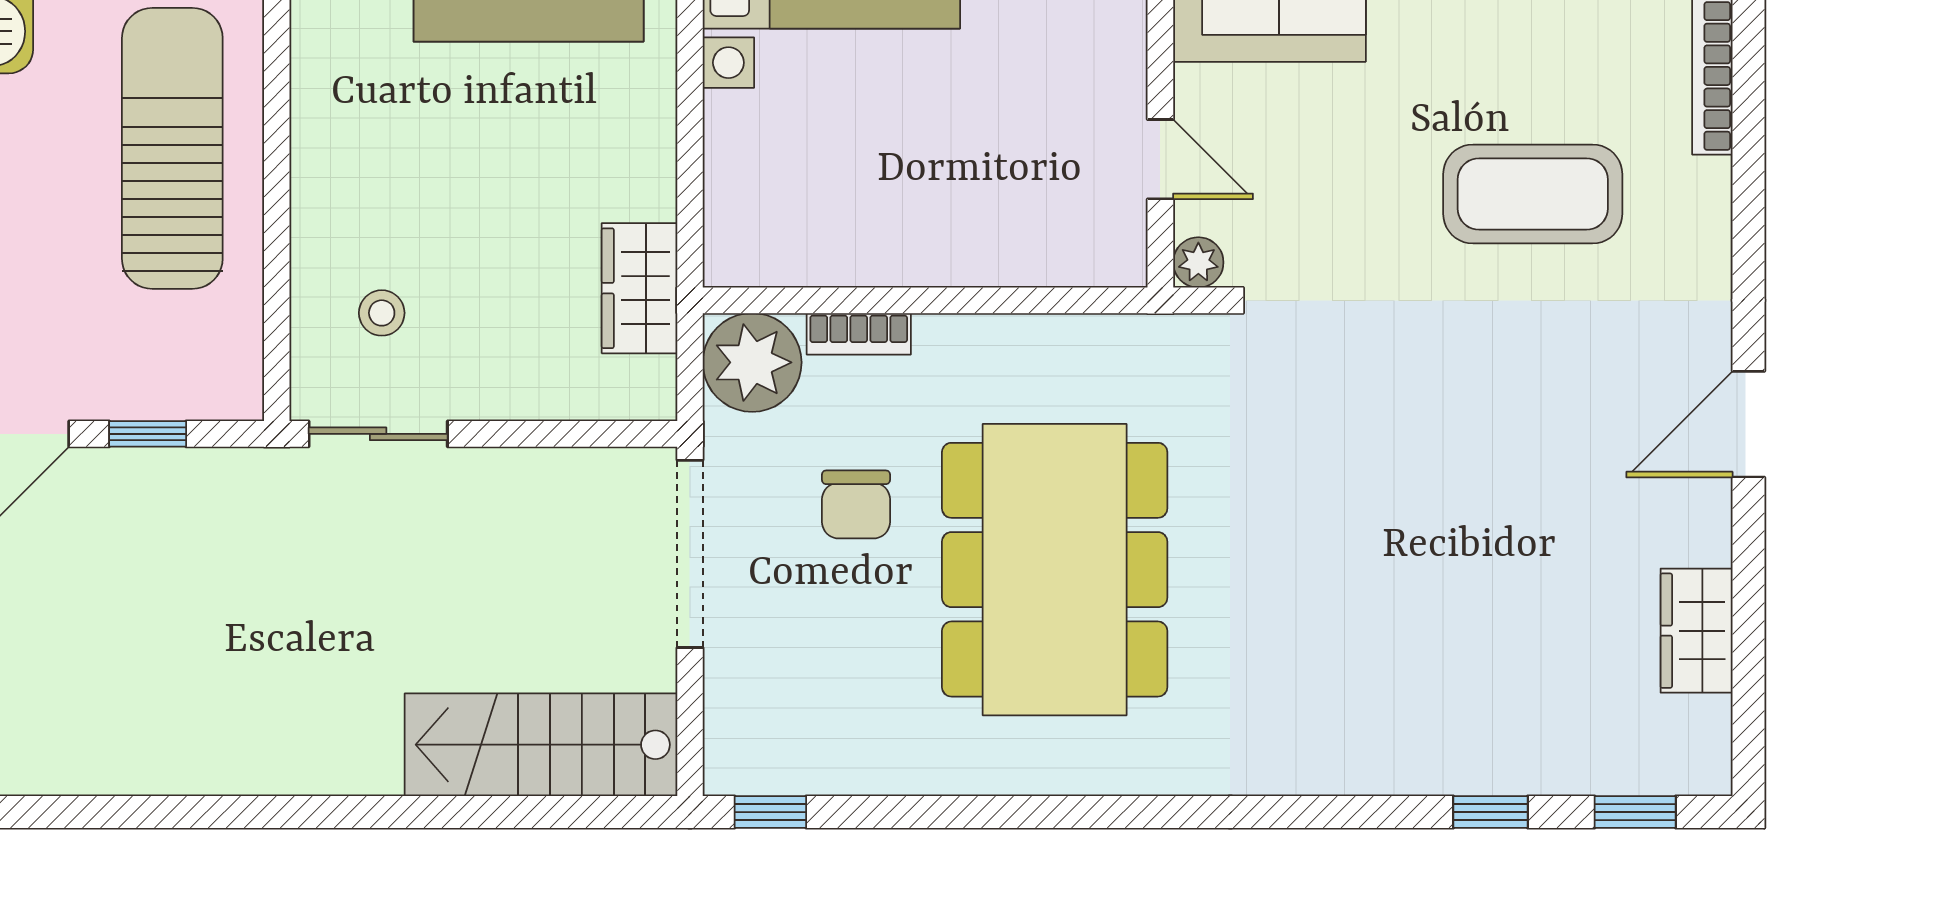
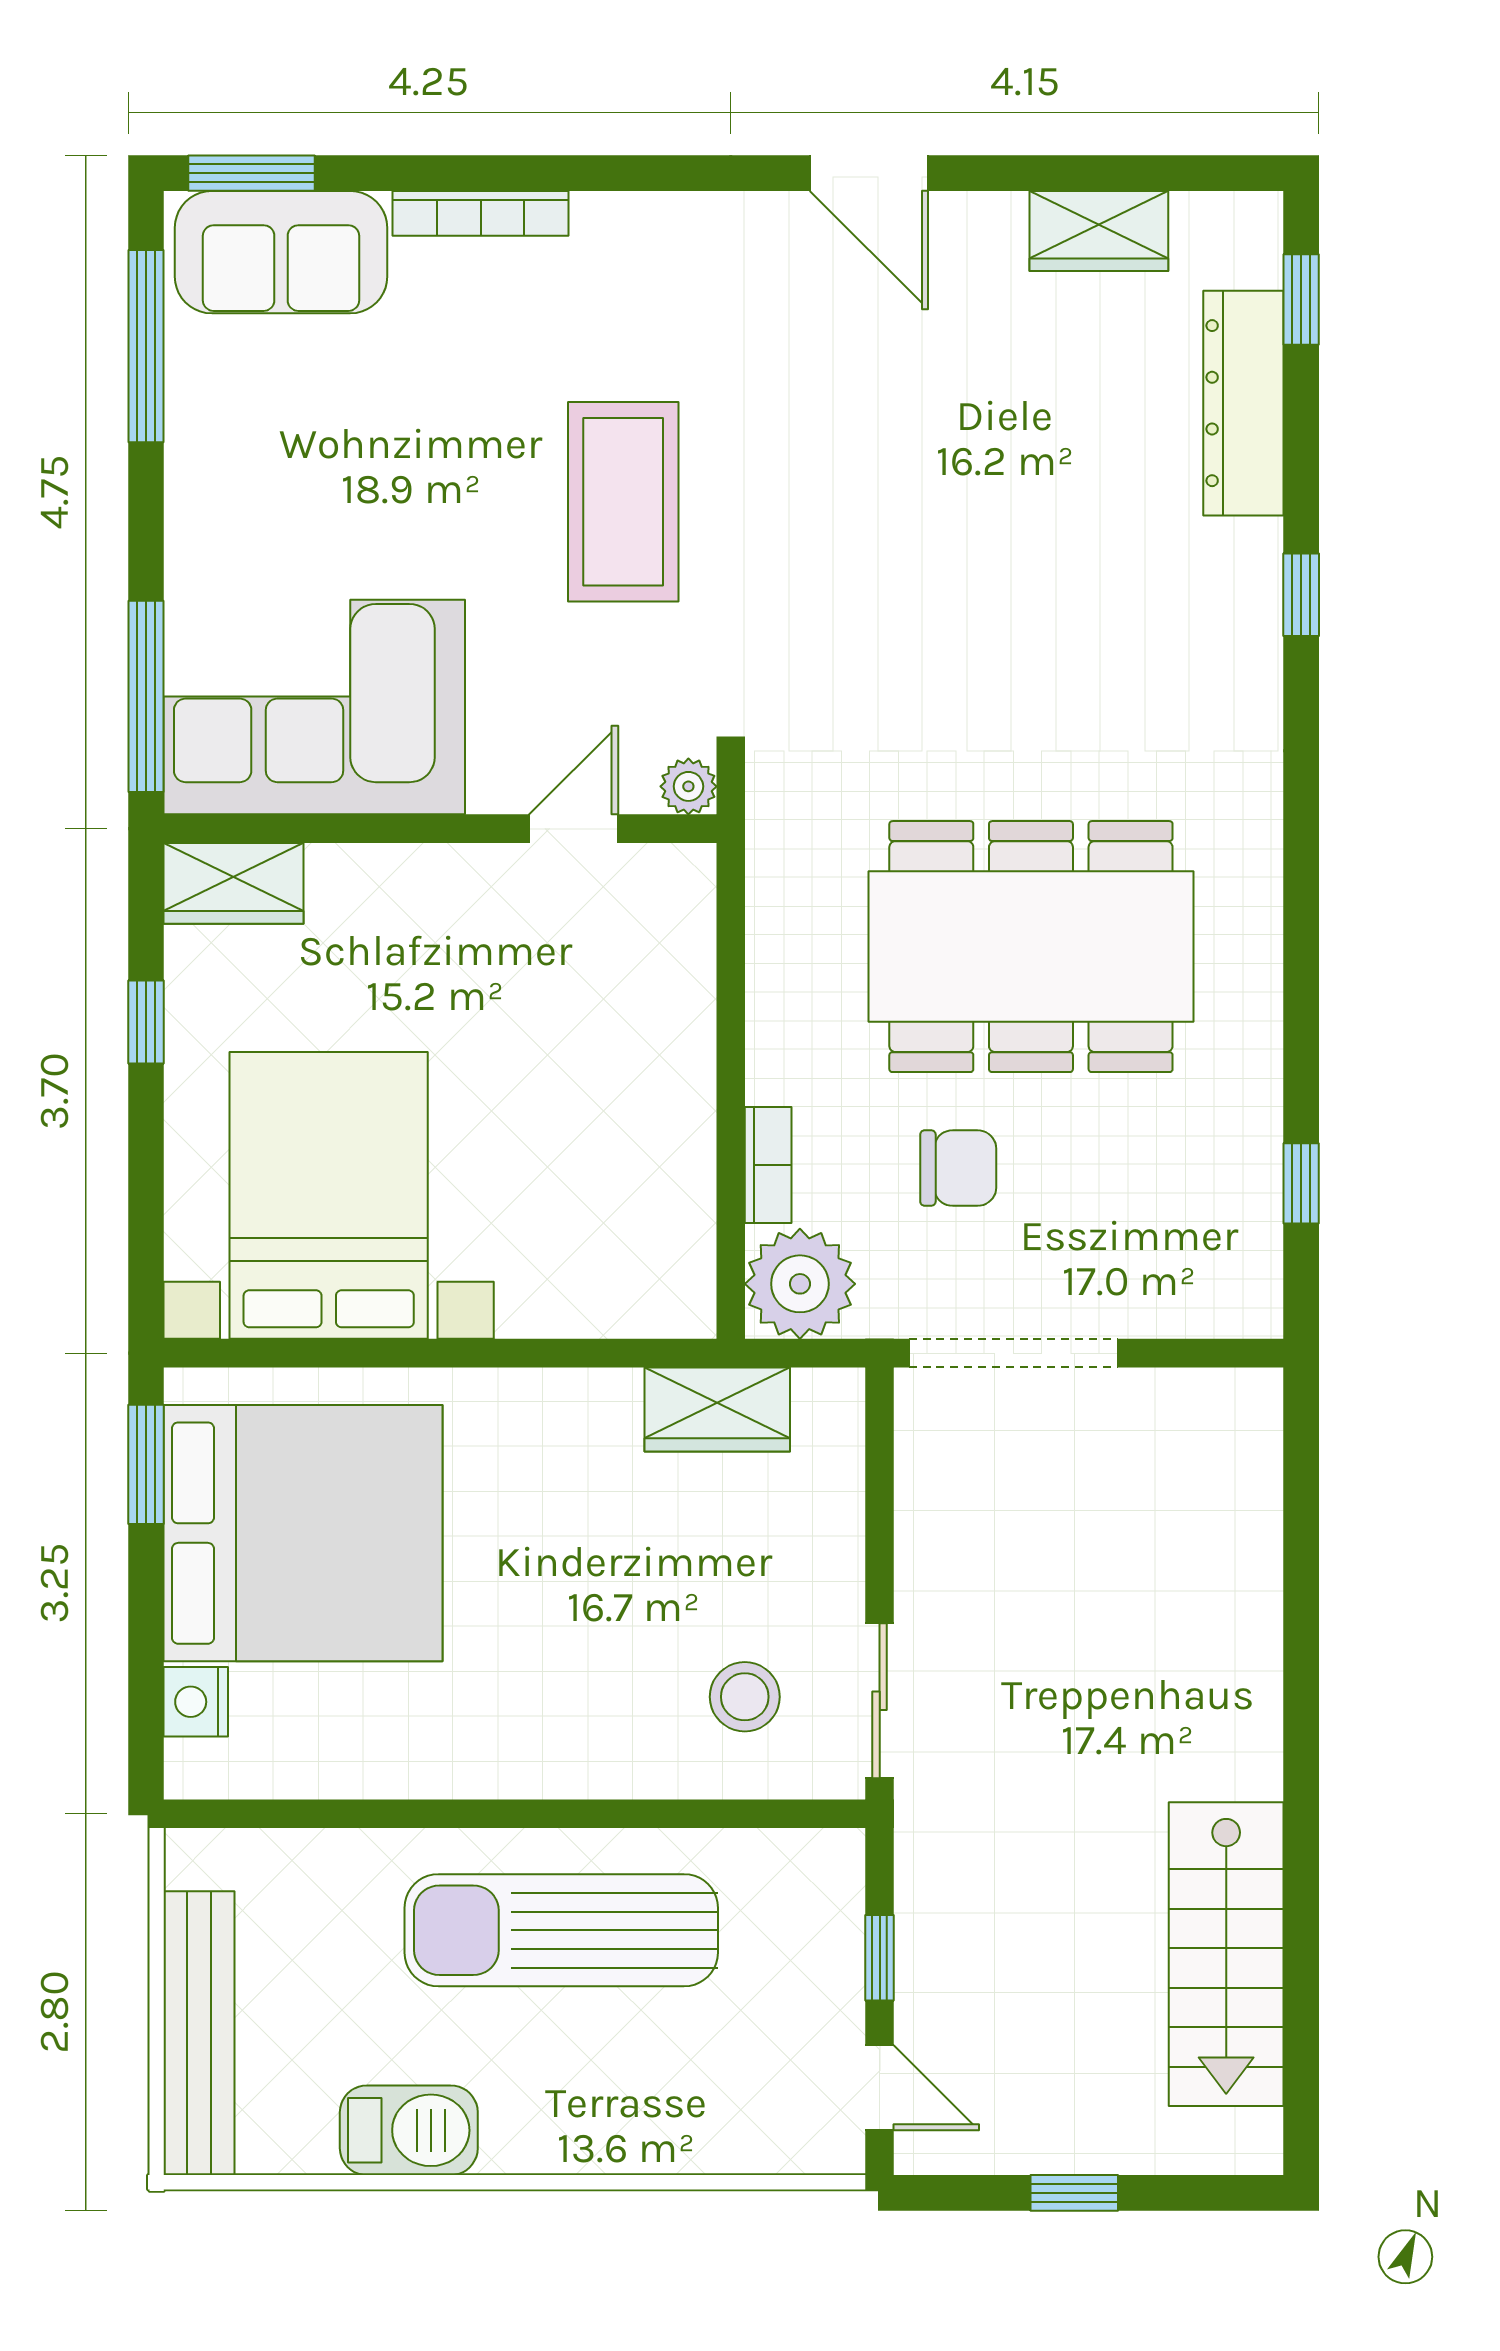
coffee table: (1533, 194) -> (623, 502), moved
stool: (382, 313) -> (745, 1697), width x1.37, depth x1.37
stairs: (541, 745) -> (1226, 1954), moved
dresser: (1542, 760) -> (1243, 403), added
window: (770, 812) -> (1301, 1183), moved
window: (1490, 812) -> (1301, 595), moved

